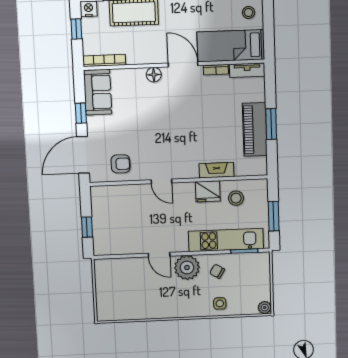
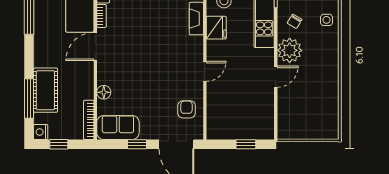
floor lamp: (154, 75) -> (104, 92), moved

